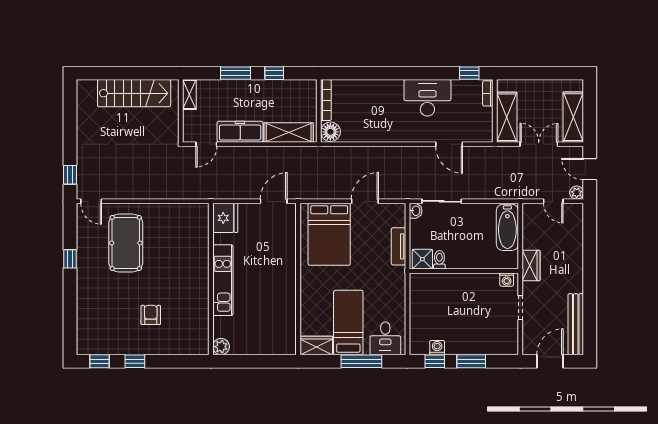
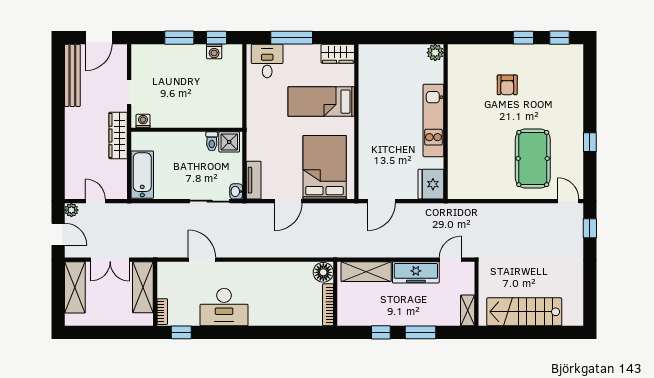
tv unit: (399, 246) -> (254, 180), moved
wardrobe: (531, 265) -> (118, 135), width x1.50
bed: (348, 322) -> (321, 102), moved, turned 90

